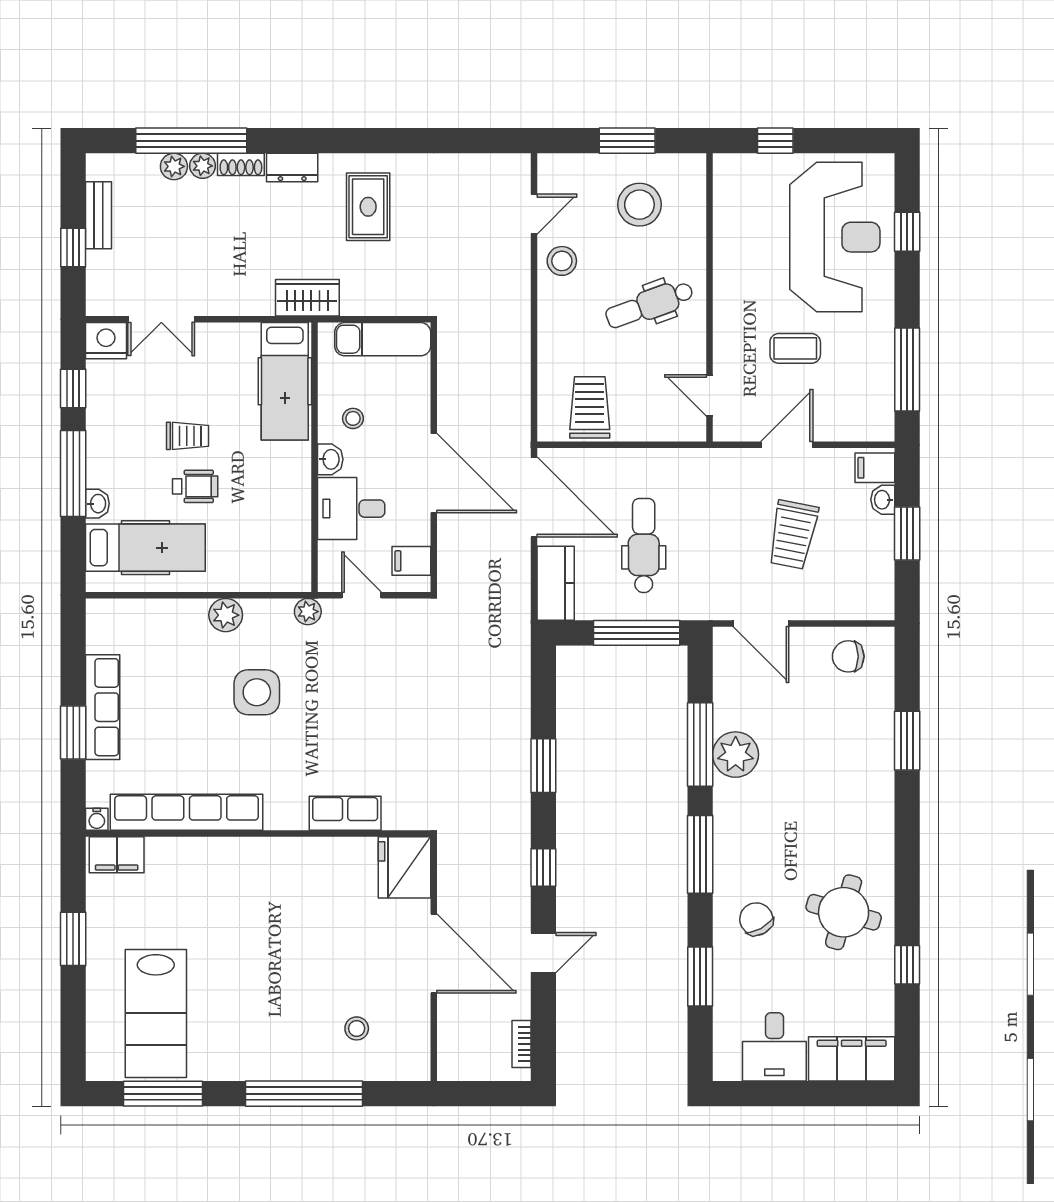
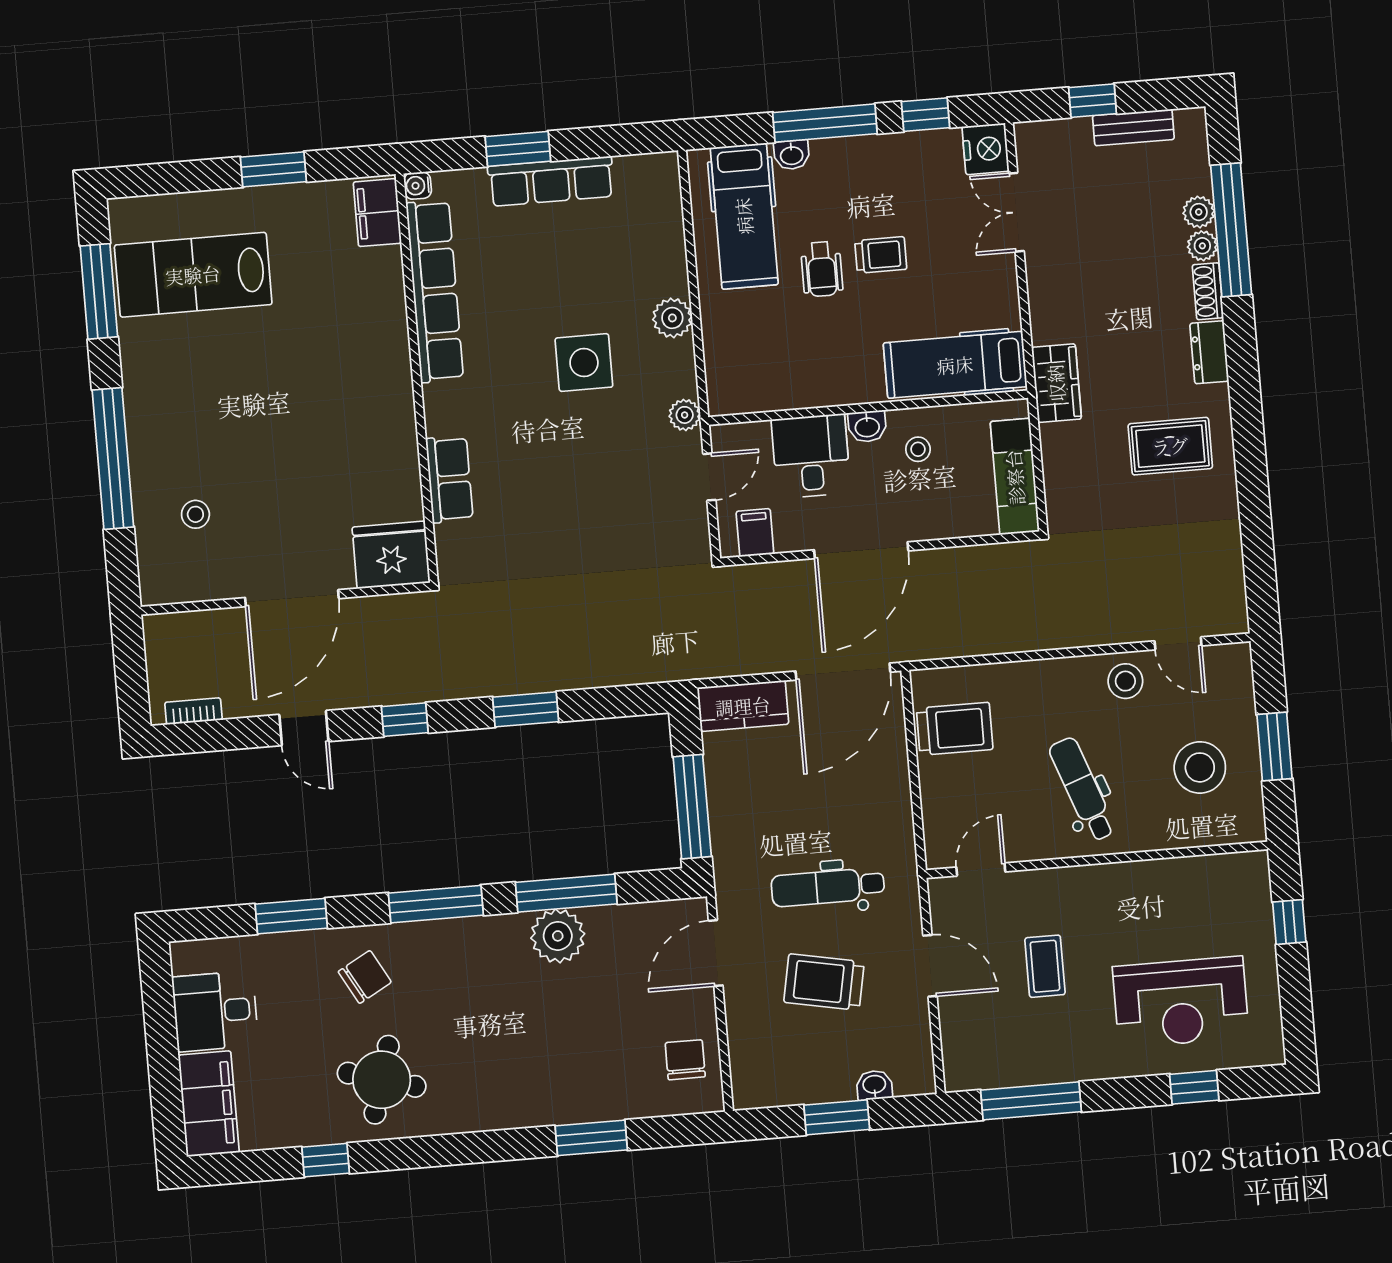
reception desk: (835, 237) -> (1181, 1002), width x0.74, depth x0.77
trolley: (188, 436) -> (881, 255), turned -90
filing cabinet: (875, 468) -> (911, 1072), removed
dental chair: (644, 546) -> (828, 887), moved, turned 180

